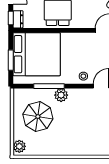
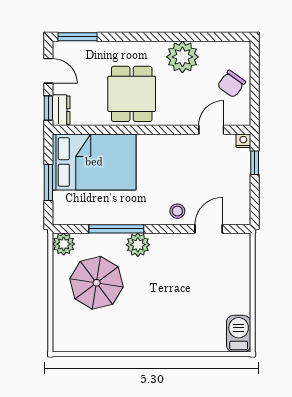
bed: (37, 54) -> (94, 162), width x0.73
plant: (19, 146) -> (64, 244), moved

